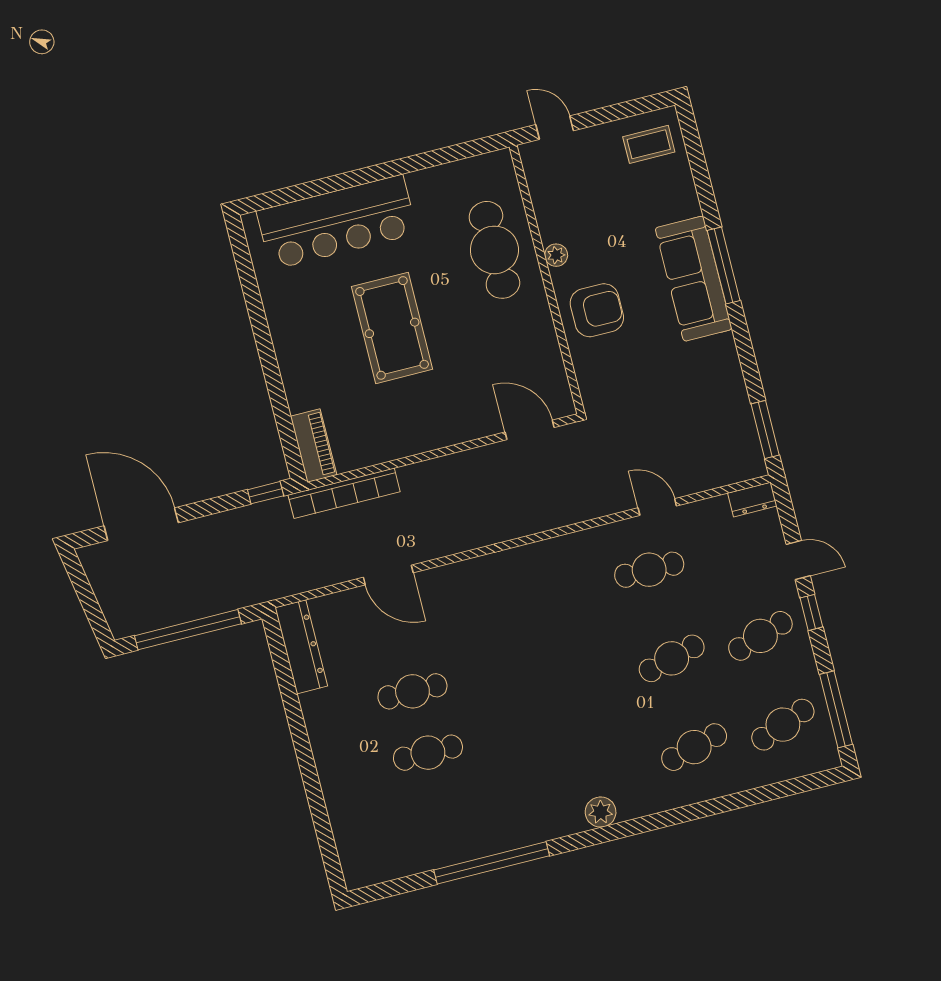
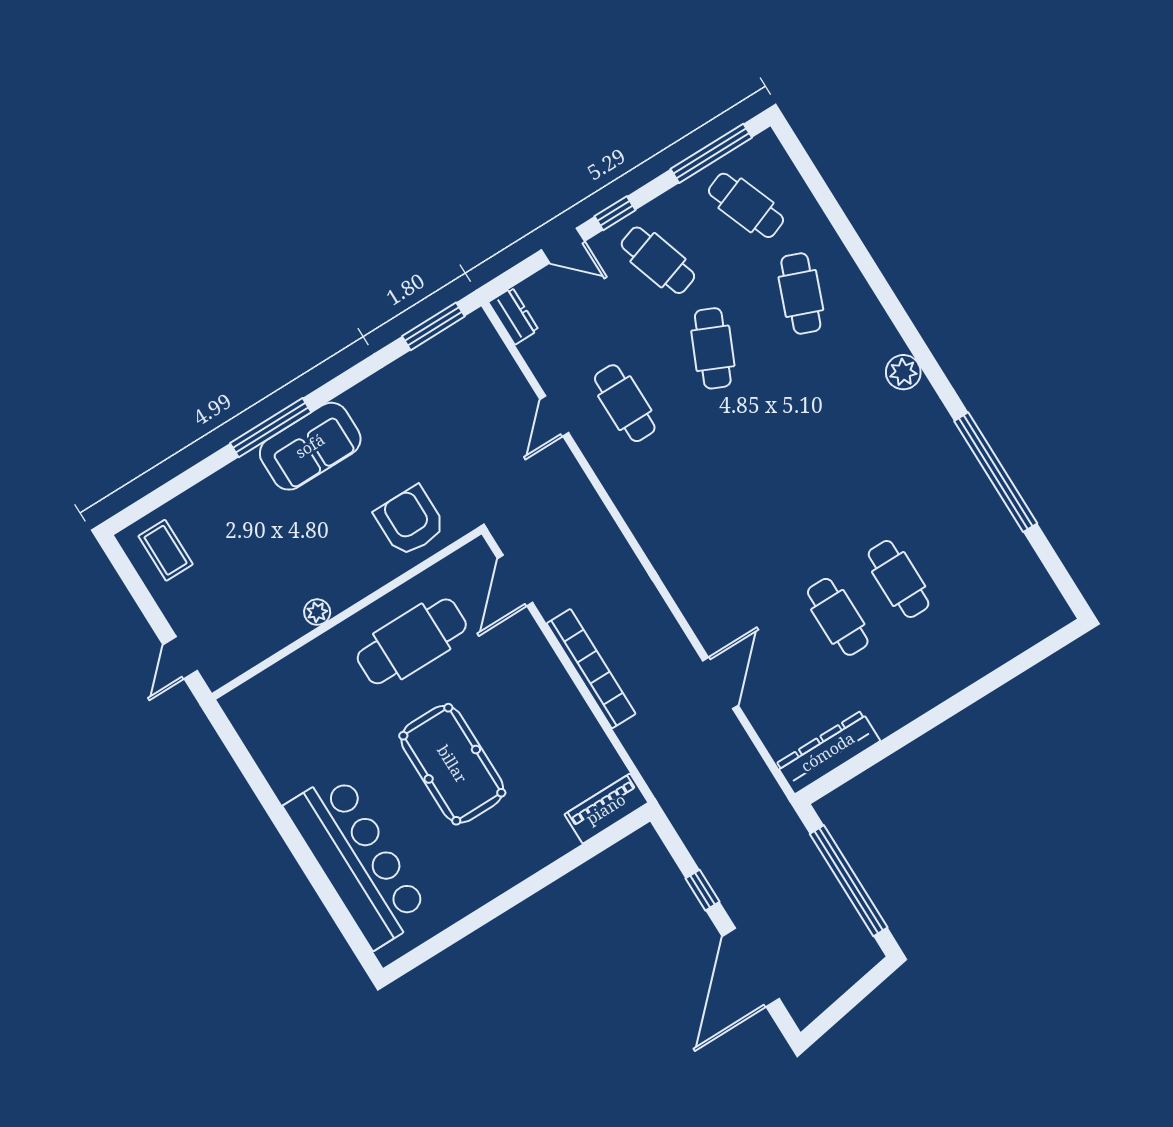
cafe table: (494, 250) -> (412, 641), moved
sofa: (694, 279) -> (310, 446), width x0.73
armchair: (597, 310) -> (410, 521), moved
pool table: (392, 328) -> (452, 764), turned 90
window: (266, 493) -> (703, 890), moved
bookcase: (344, 493) -> (591, 669), moved
door: (798, 560) -> (563, 246), swing flipped
cafe table: (672, 658) -> (713, 348), turned 39
cafe table: (694, 747) -> (801, 294), turned 36

